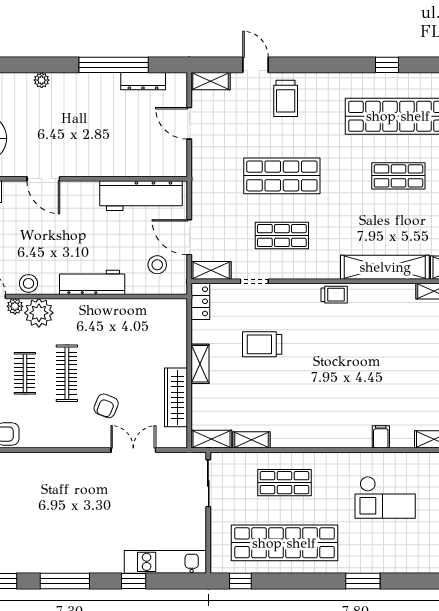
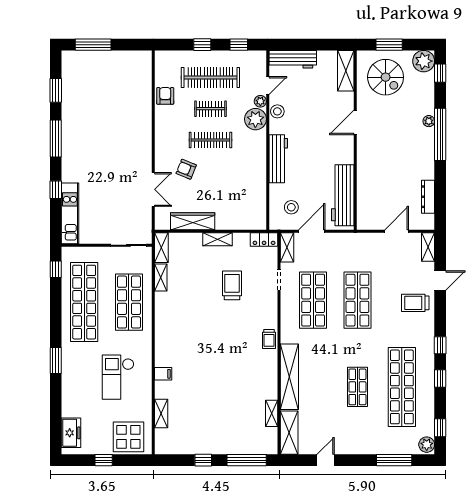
window: (114, 65) -> (440, 134), moved
window: (342, 65) -> (440, 345), added
shop shelf: (282, 236) -> (313, 300), width x1.43, depth x1.36
shop shelf: (284, 483) -> (129, 302), width x1.43, depth x1.36

